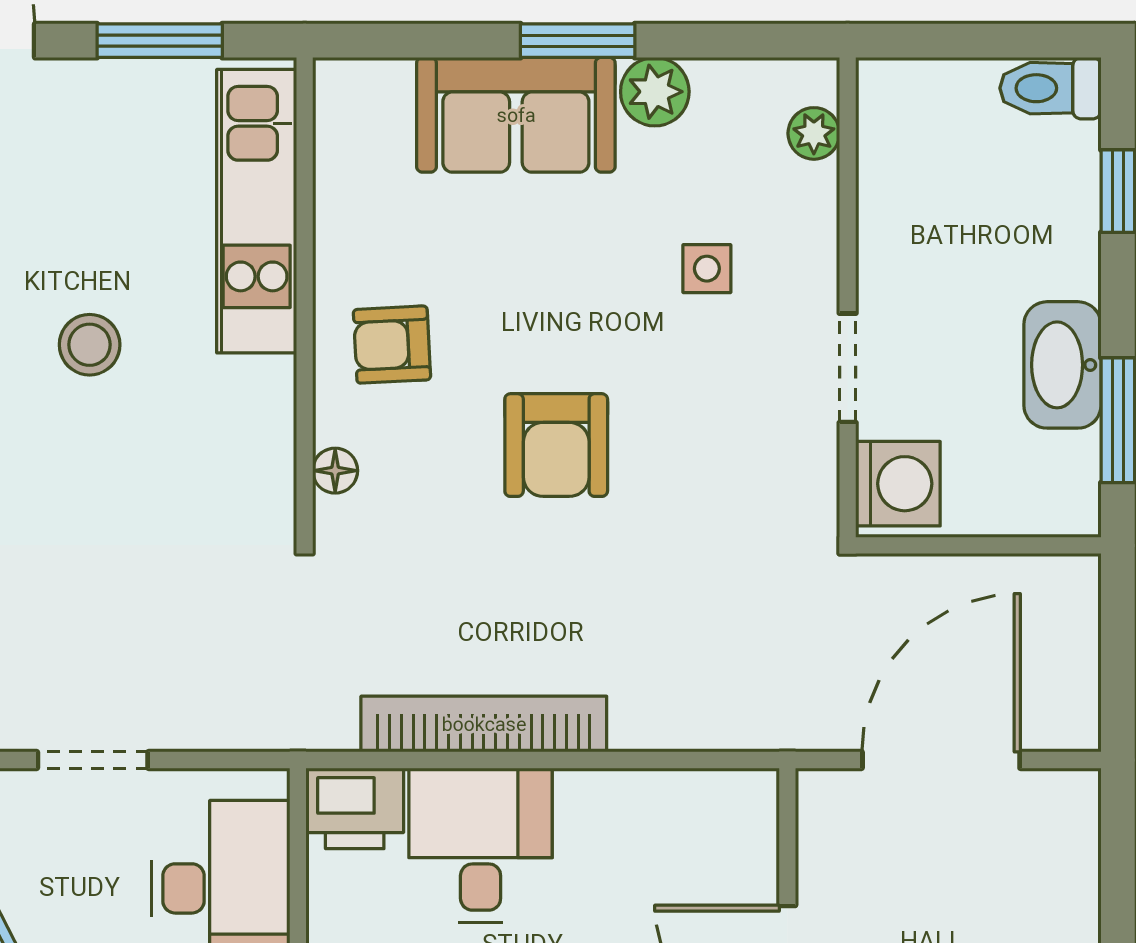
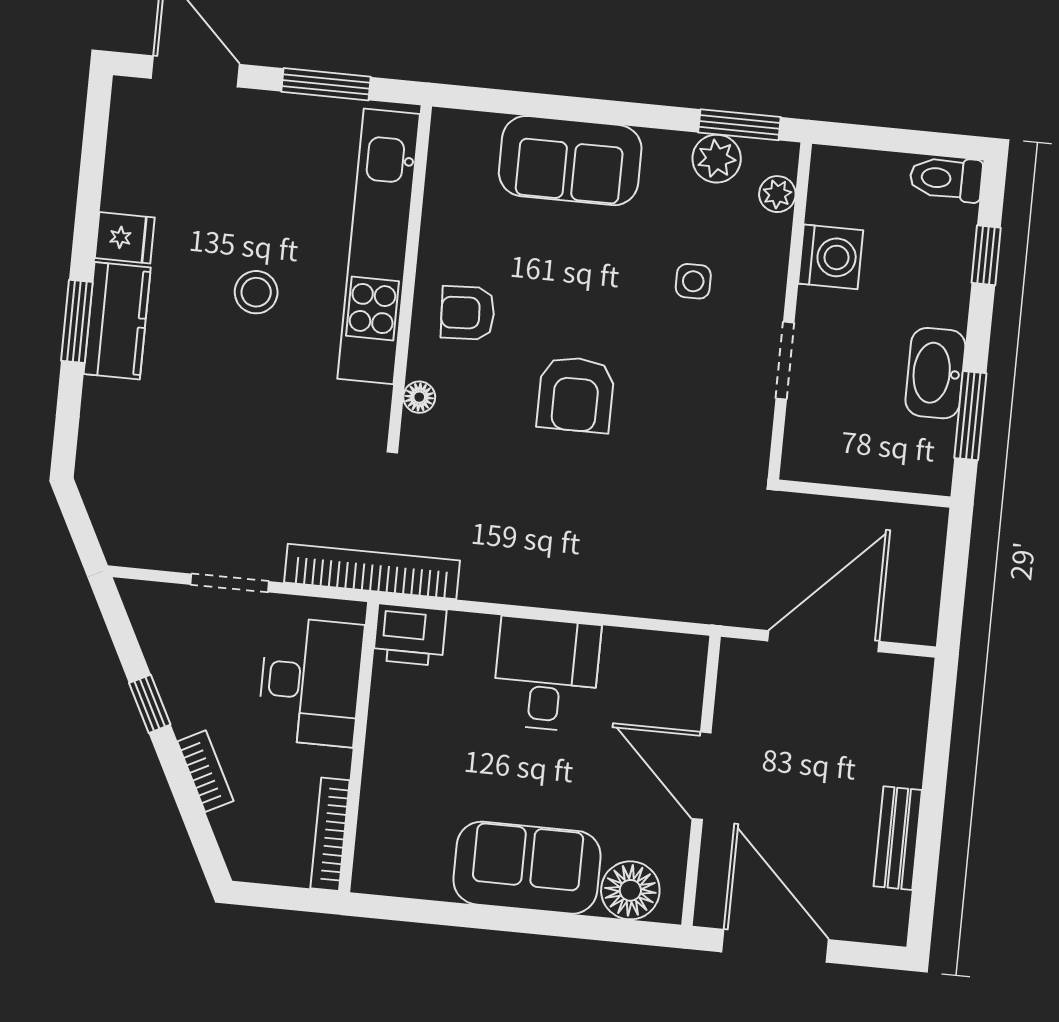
window: (578, 41) -> (739, 125), moved
plant: (655, 92) -> (717, 159), moved
kitchen unit: (257, 211) -> (379, 246), width x1.36
washing machine: (898, 484) -> (831, 257), moved
bookcase: (484, 724) -> (372, 572), moved
desk: (481, 845) -> (546, 674), moved

